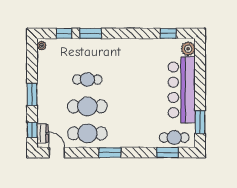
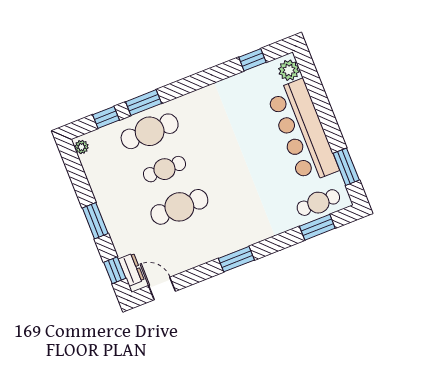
cafe table: (87, 133) -> (150, 131), moved

